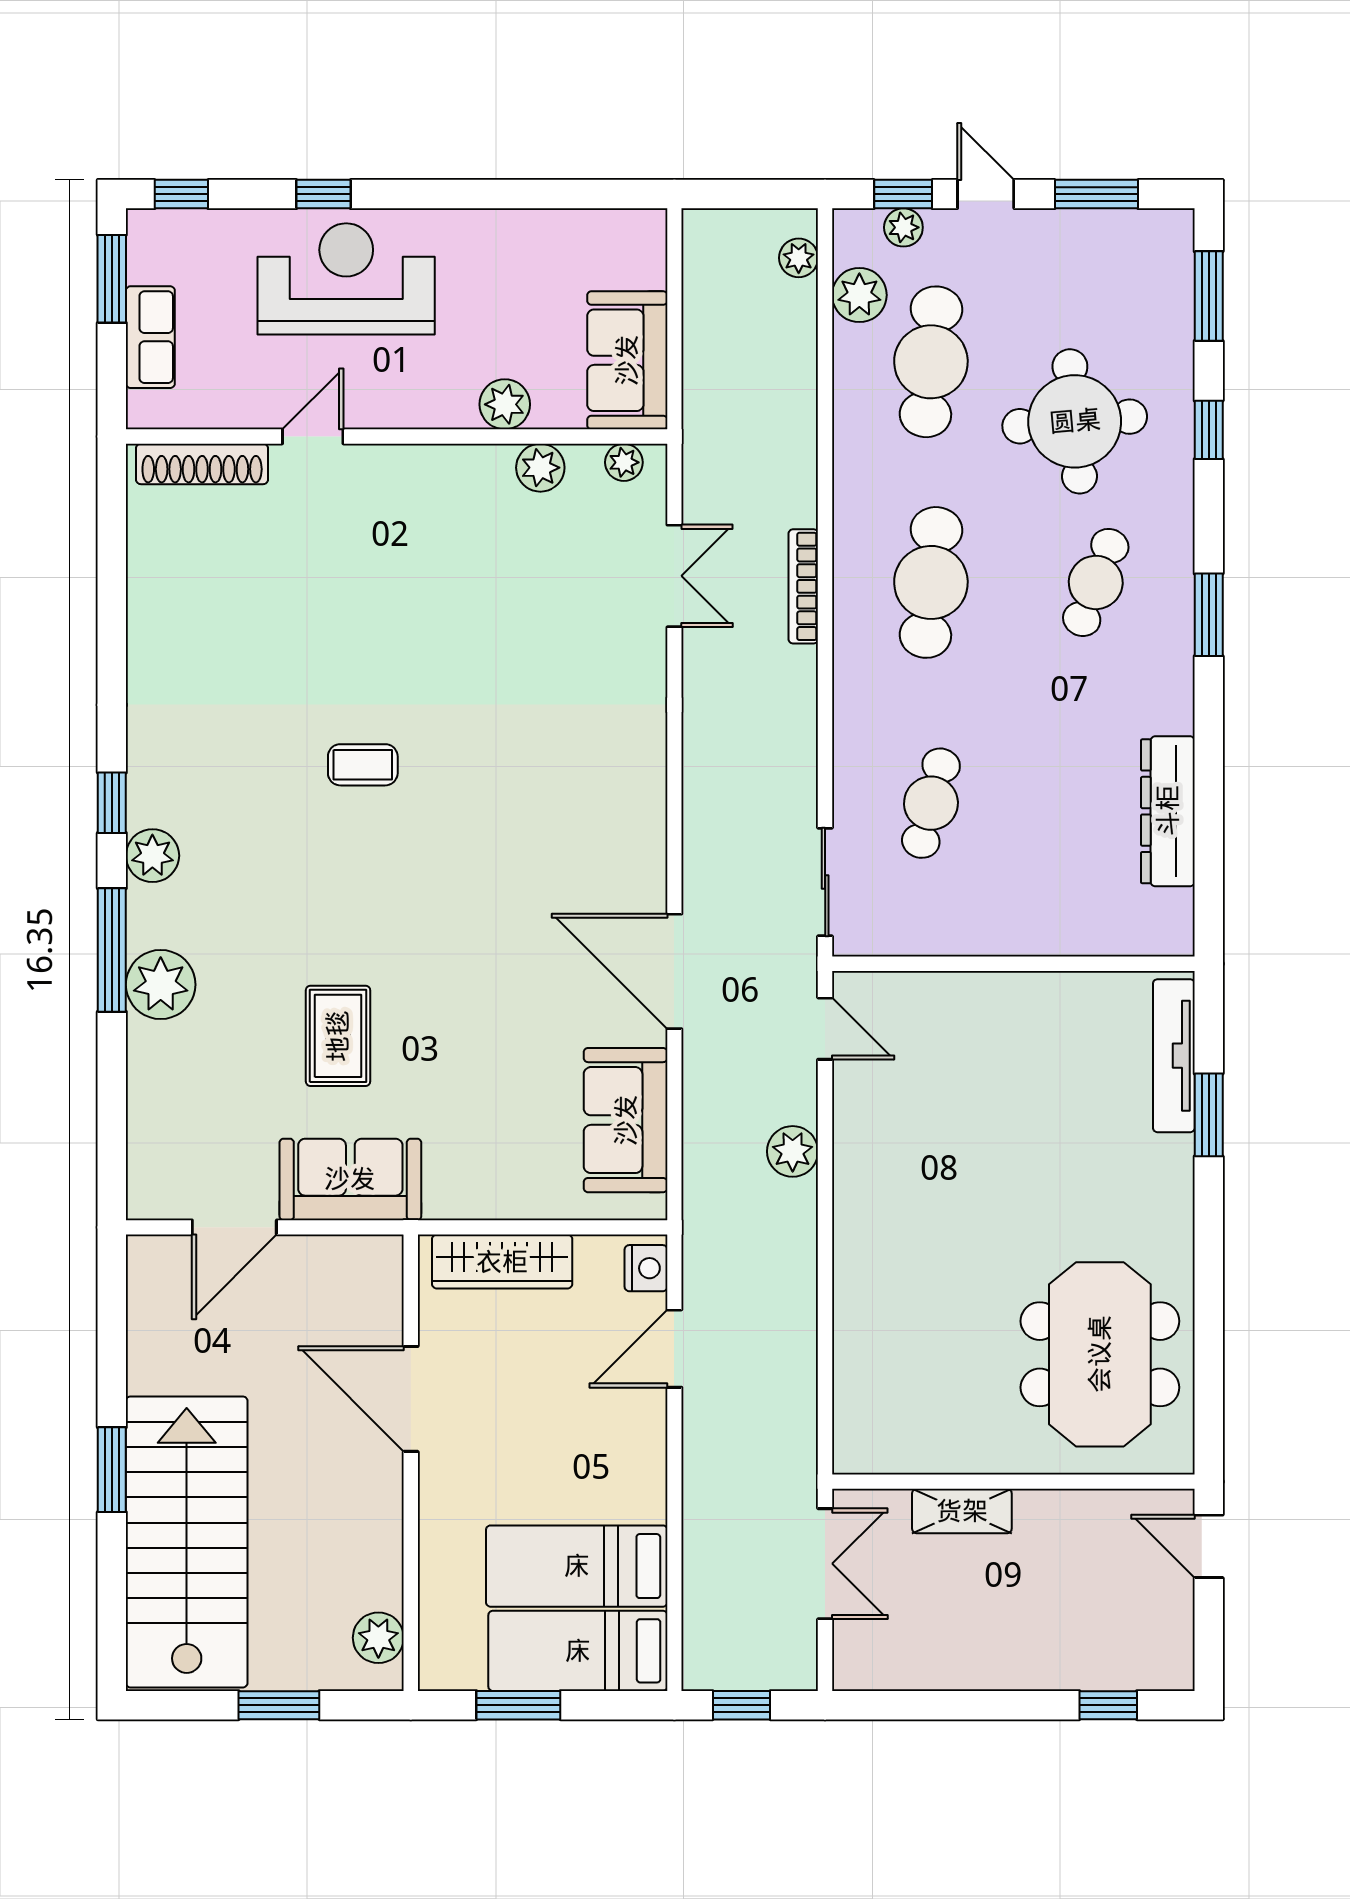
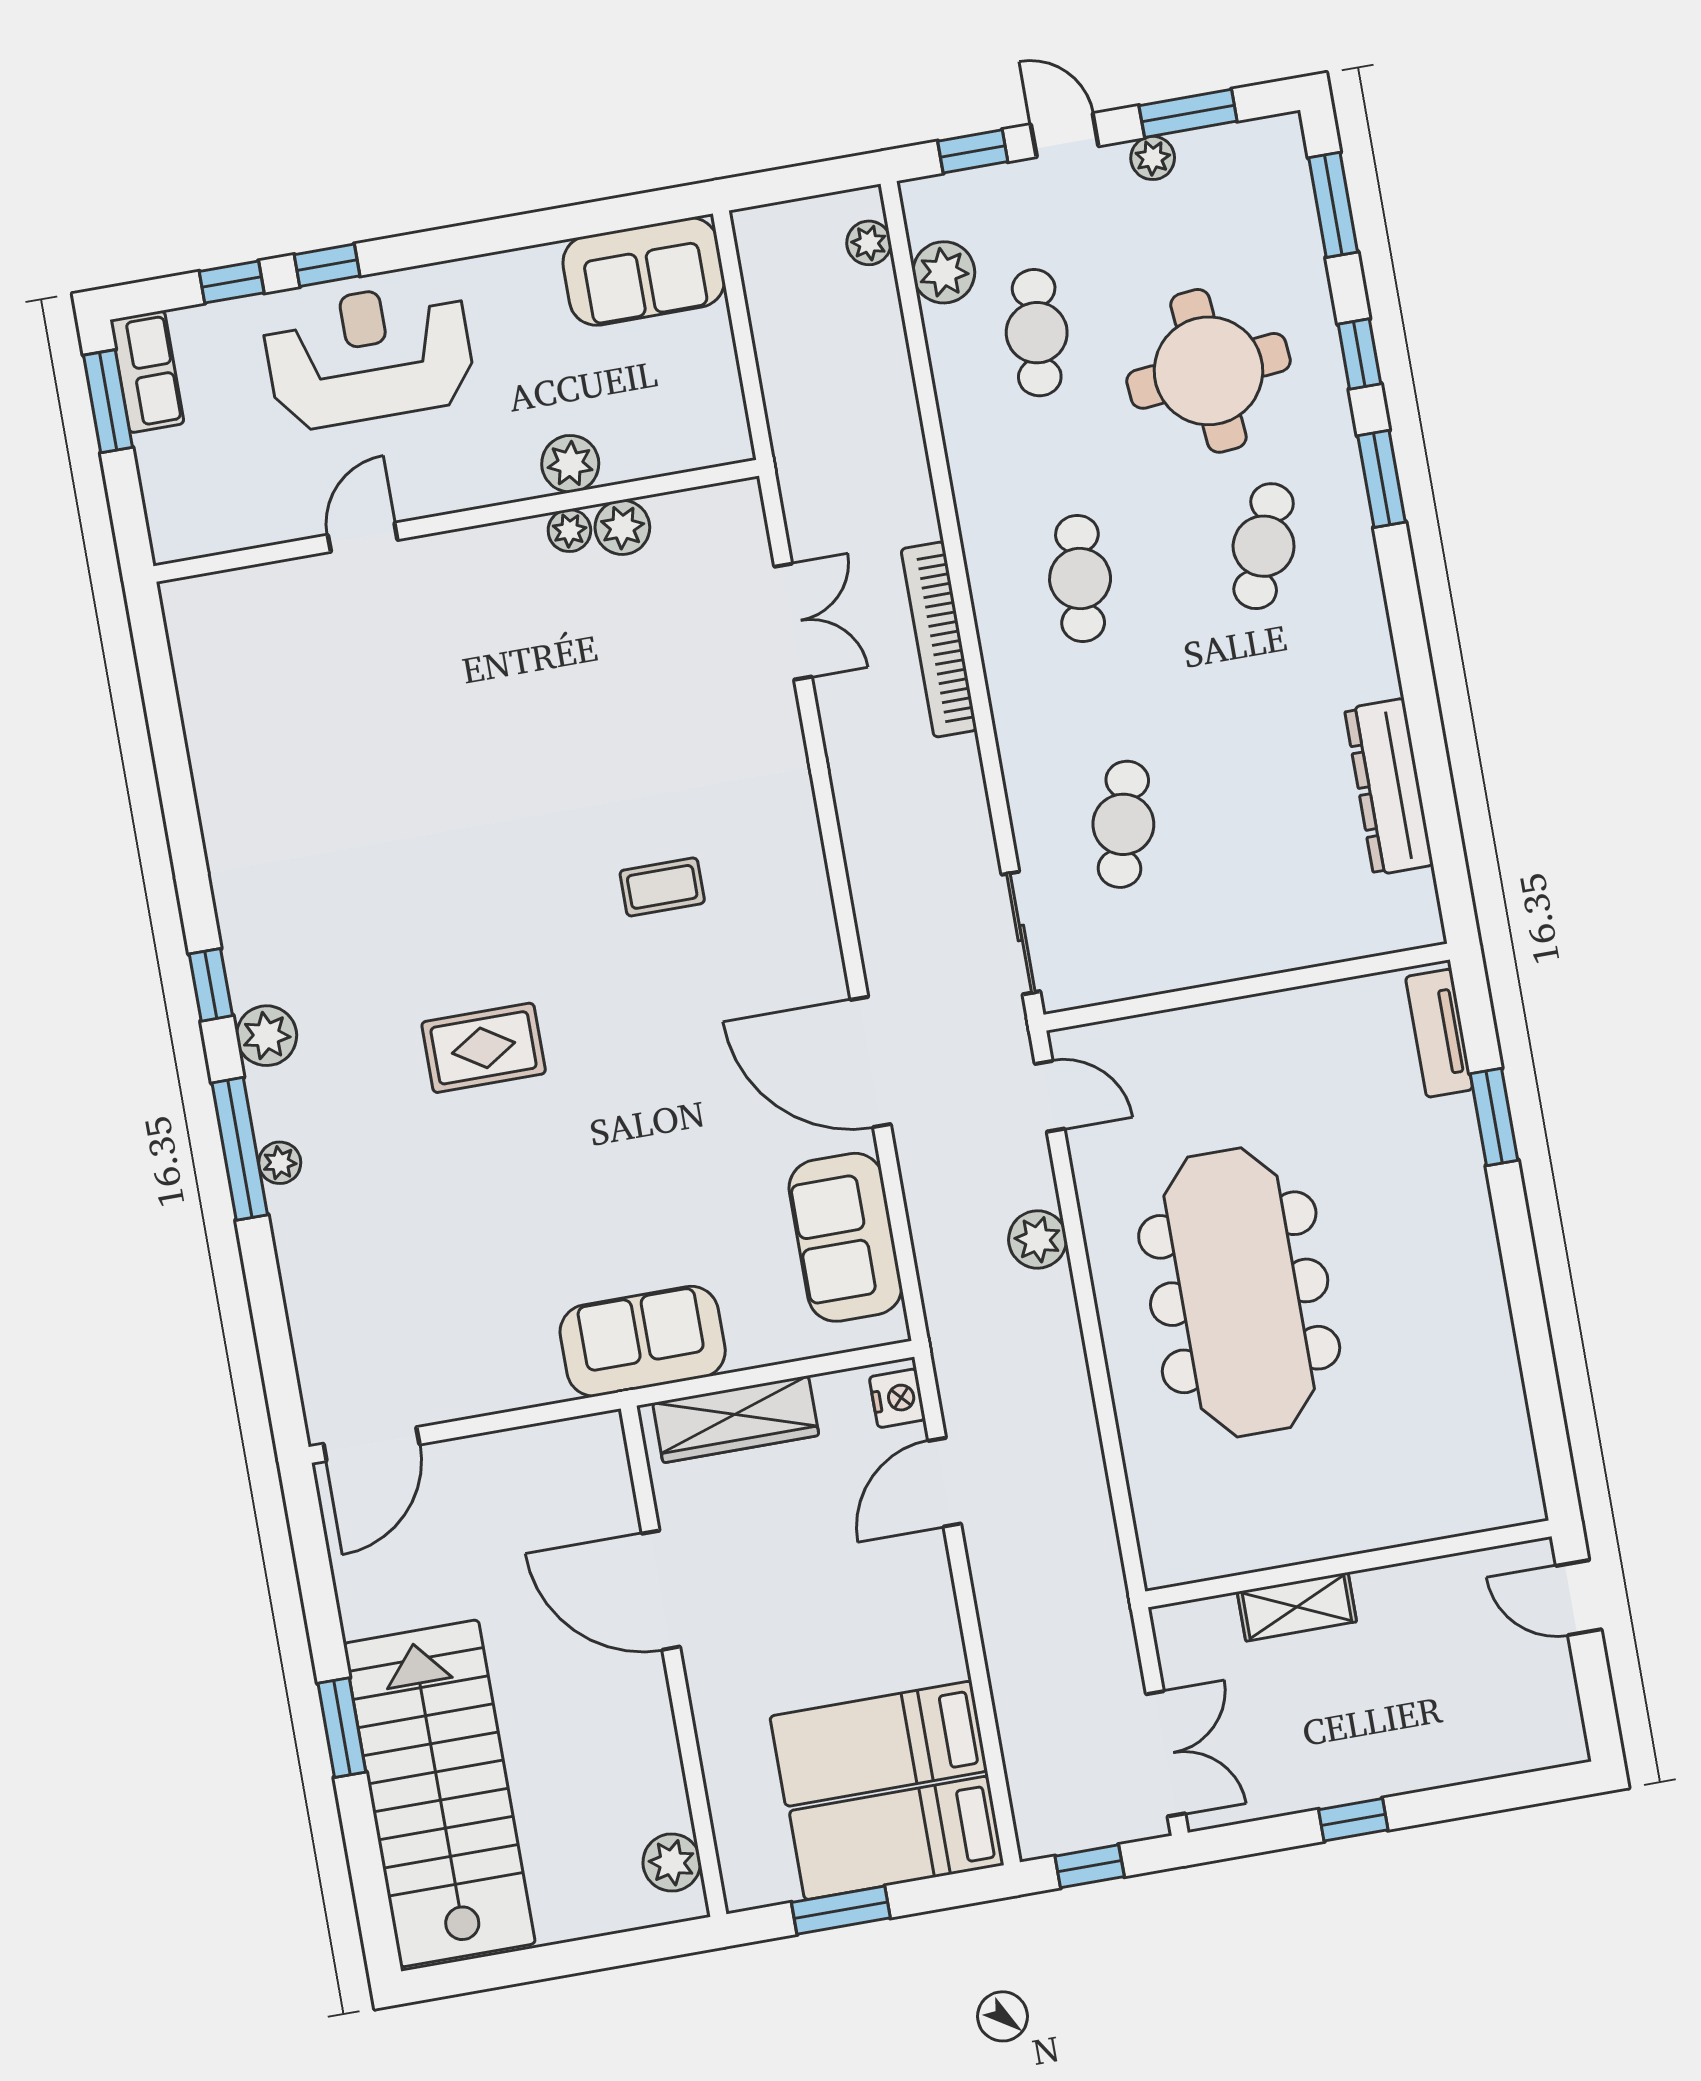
window: (181, 194) -> (232, 282), moved
plant: (903, 227) -> (1153, 158), moved
row of seats: (150, 337) -> (147, 372), moved
sofa: (627, 360) -> (644, 272), moved, turned -90
cafe table: (931, 362) -> (1037, 333), width x0.73, depth x0.74
plant: (624, 462) -> (569, 531), moved
shoe rack: (202, 464) -> (245, 590), removed
cafe table: (931, 582) -> (1080, 579), width x0.73, depth x0.74
bookcase: (803, 586) -> (939, 639), width x1.48, depth x1.31
window: (1209, 615) -> (1381, 479), moved
coffee table: (363, 765) -> (662, 887), moved
plant: (161, 985) -> (280, 1163), width x0.53, depth x0.53
rug: (338, 1036) -> (484, 1048), moved, turned 90
tv unit: (1174, 1056) -> (1439, 1033), width x0.71
sofa: (350, 1179) -> (643, 1341), moved
door: (234, 1227) -> (371, 1444), moved
meeting table: (1100, 1354) -> (1239, 1292), moved, width x1.36
double door: (825, 1564) -> (1166, 1754), moved
window: (279, 1705) -> (574, 1957), removed
window: (1108, 1705) -> (1353, 1820), moved

